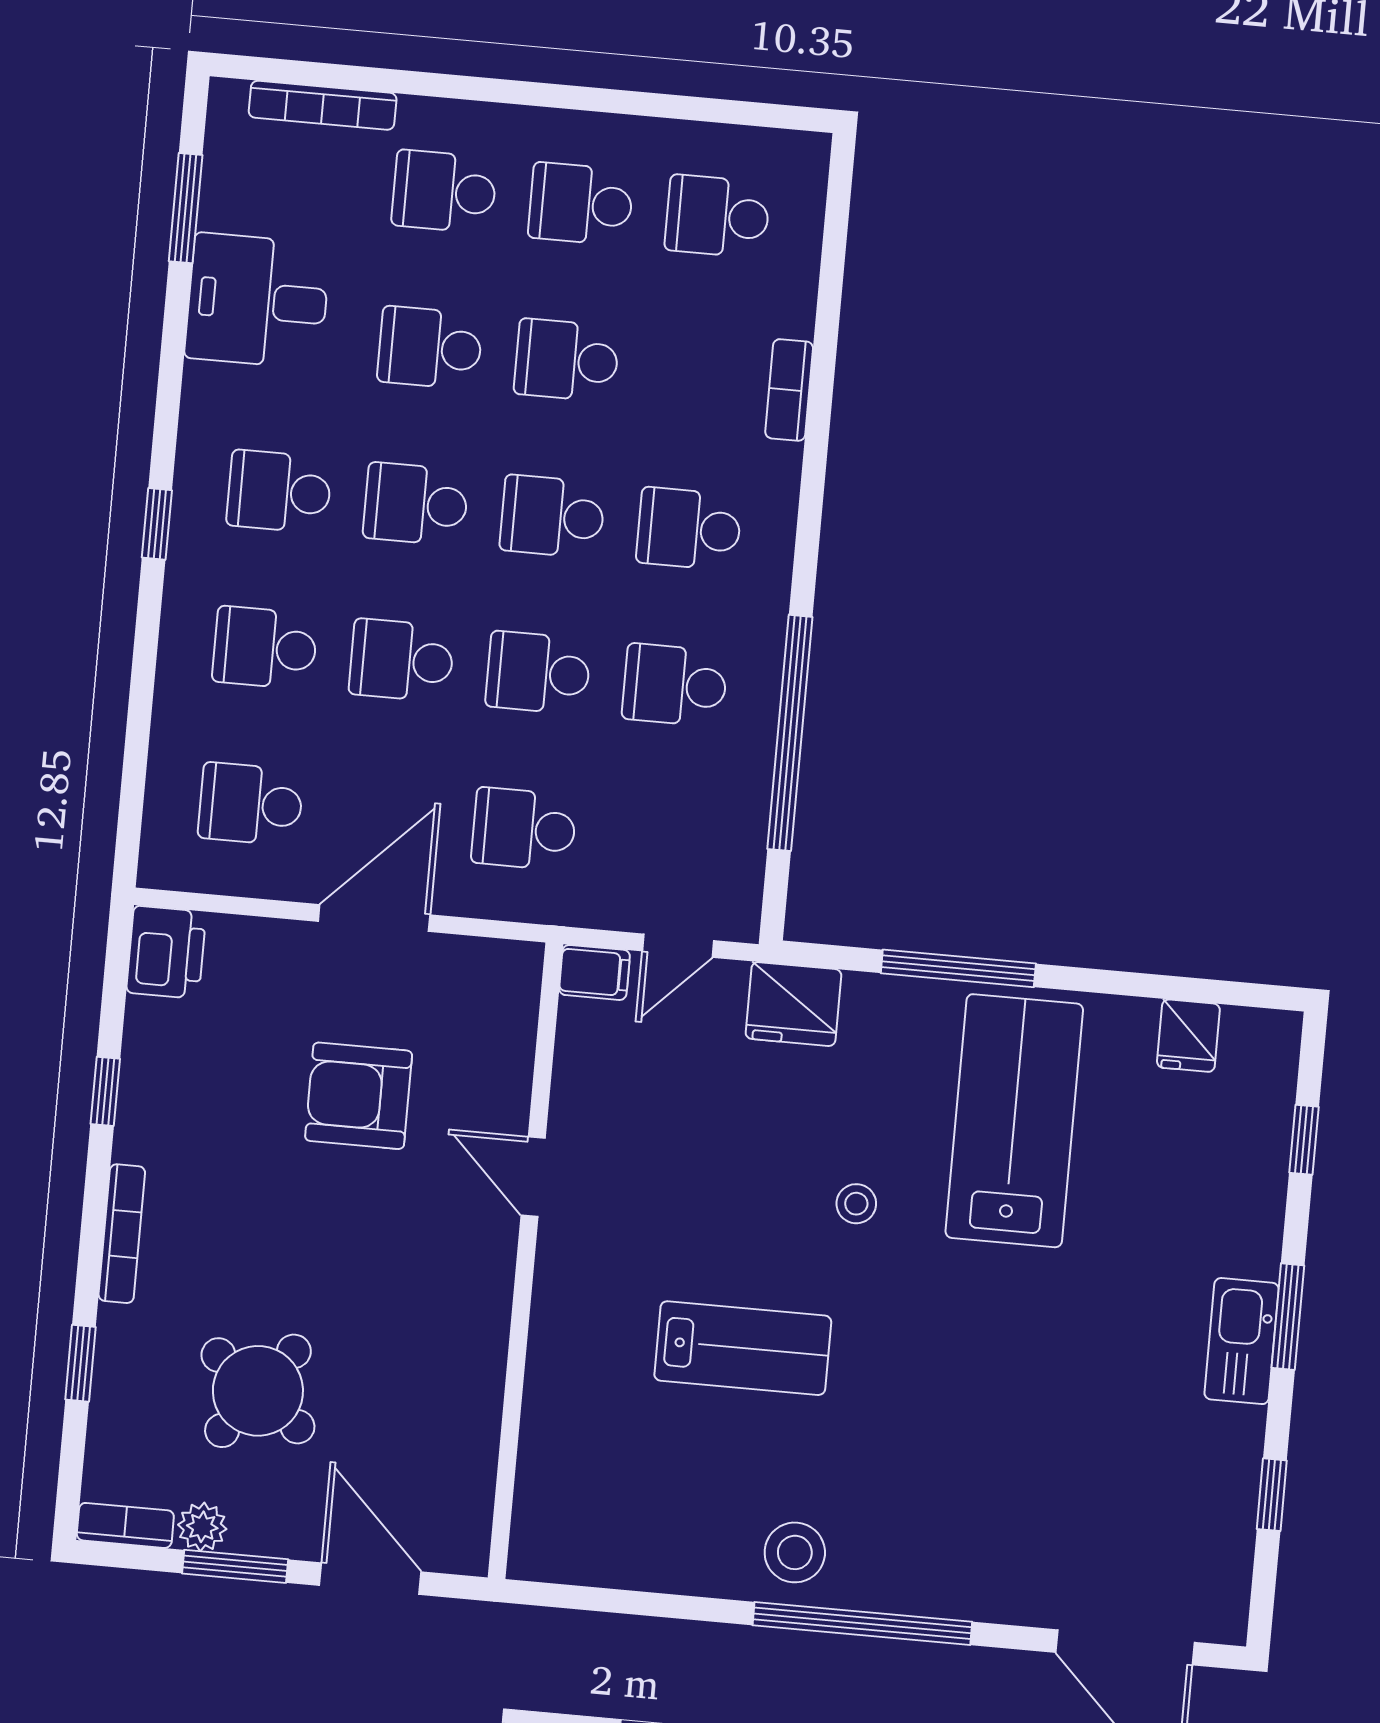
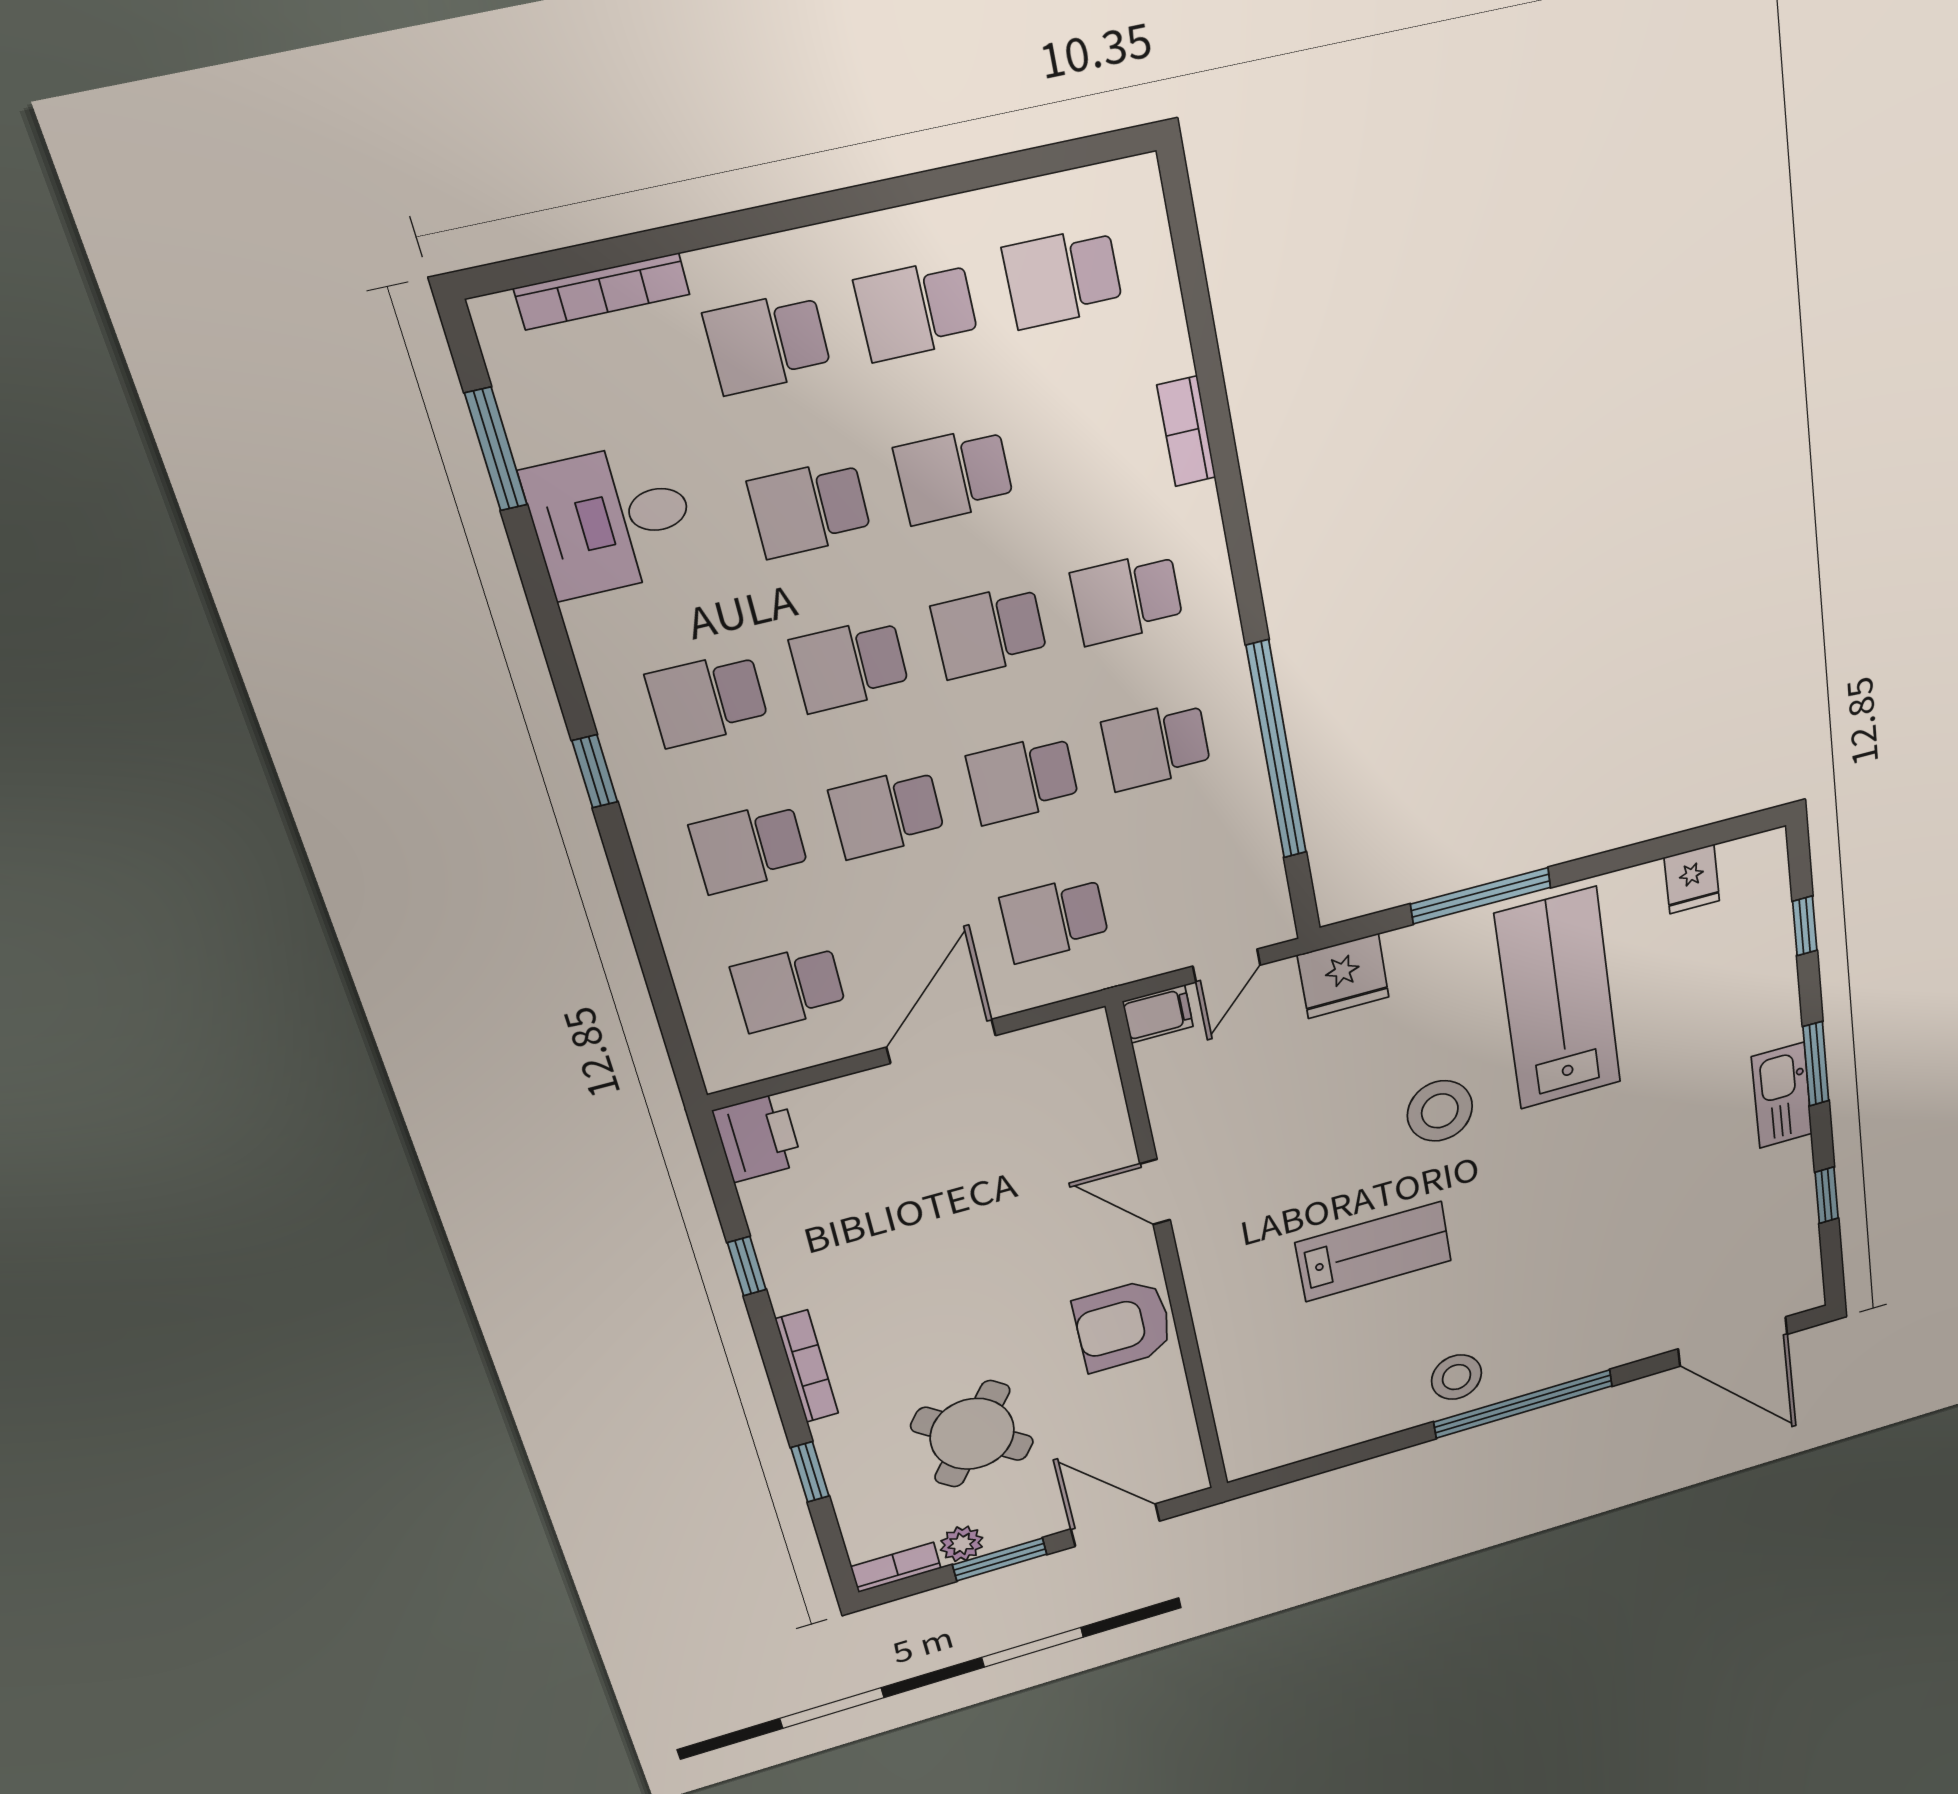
armchair: (359, 1096) -> (1123, 1325), moved
stool: (856, 1204) -> (1440, 1111), width x1.89, depth x1.89

